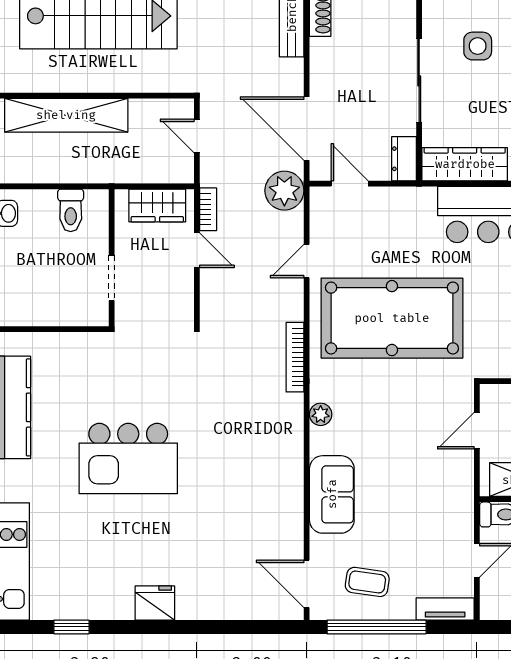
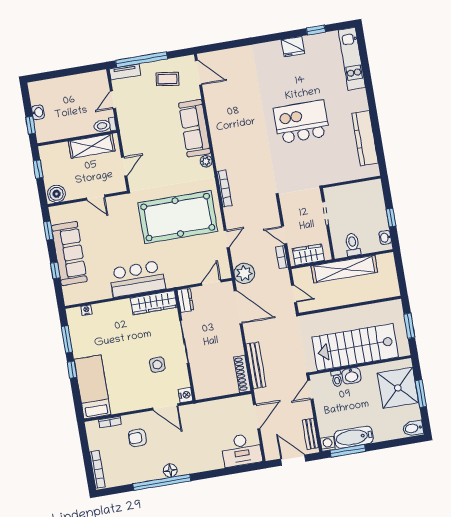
shelving: (66, 115) -> (344, 269), moved
door: (350, 184) -> (211, 283), swing flipped
sofa: (332, 494) -> (195, 128), width x1.36
fridge: (155, 603) -> (293, 47), moved
window: (377, 627) -> (141, 60), moved

